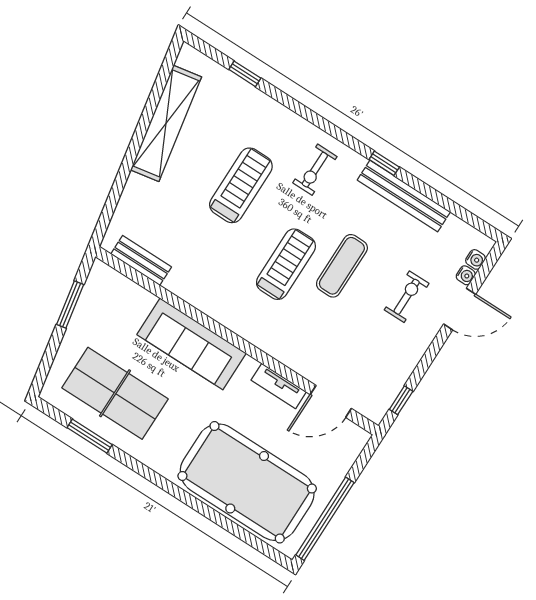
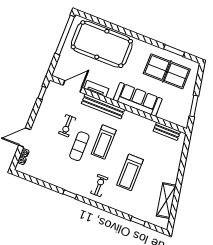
shelving: (166, 123) -> (166, 201), width x0.68
bench: (404, 196) -> (103, 106), moved
exercise bike: (407, 297) -> (67, 126), moved

